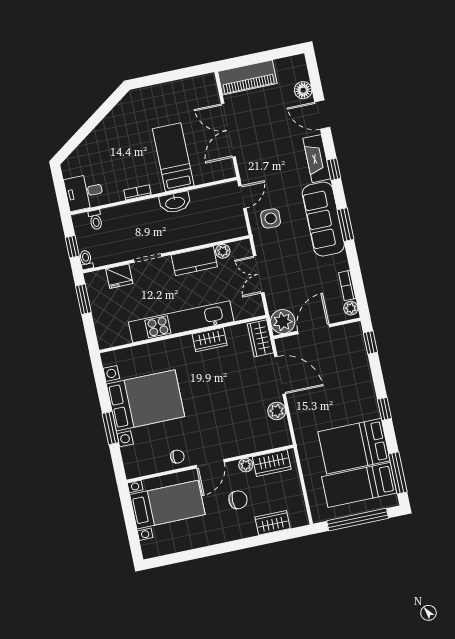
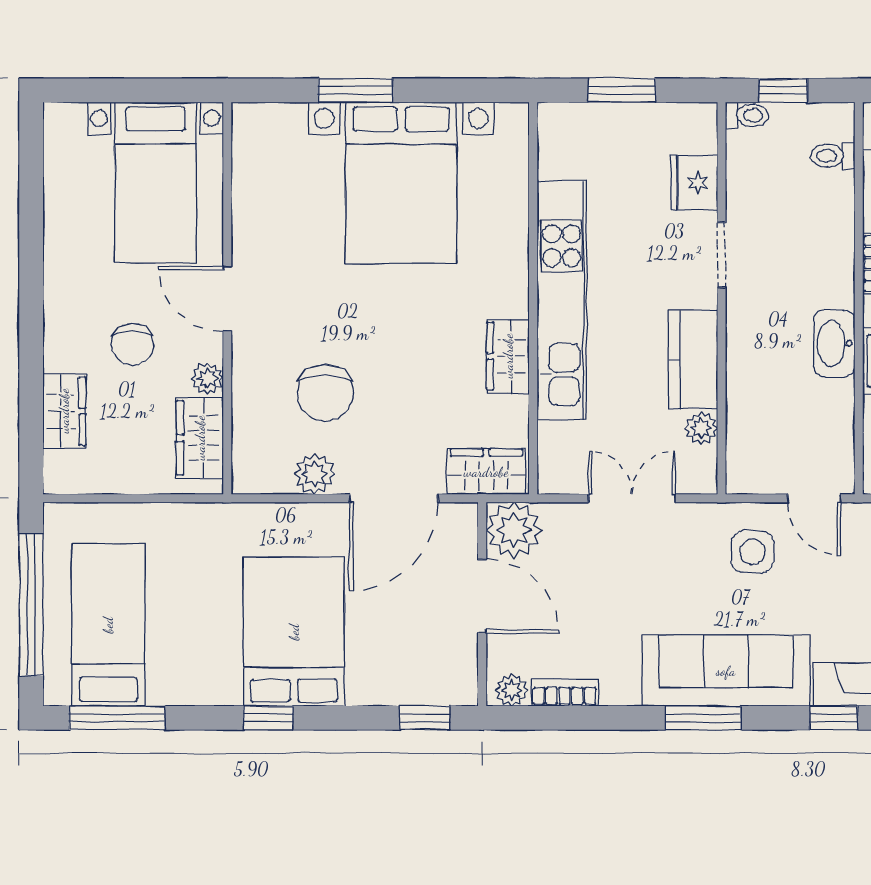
window: (83, 299) -> (622, 90), moved
bed: (354, 446) -> (294, 632), moved
chair: (177, 457) -> (325, 393), moved, width x1.87, depth x1.87

